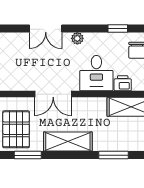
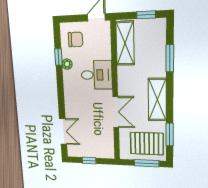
double door: (46, 28) -> (63, 131), moved
plant: (77, 38) -> (67, 64), moved
printer: (123, 83) -> (104, 52), removed

